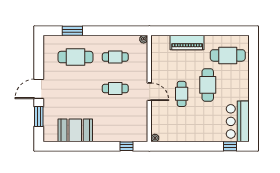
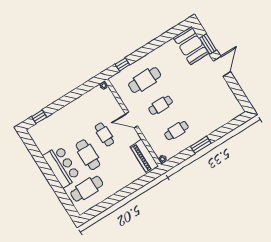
window: (72, 31) -> (201, 145), moved
piano: (187, 42) -> (144, 156), moved, turned -90
cafe table: (75, 57) -> (145, 80), moved
bar counter: (238, 121) -> (62, 166), moved
booth: (75, 130) -> (191, 45), moved, turned 90

